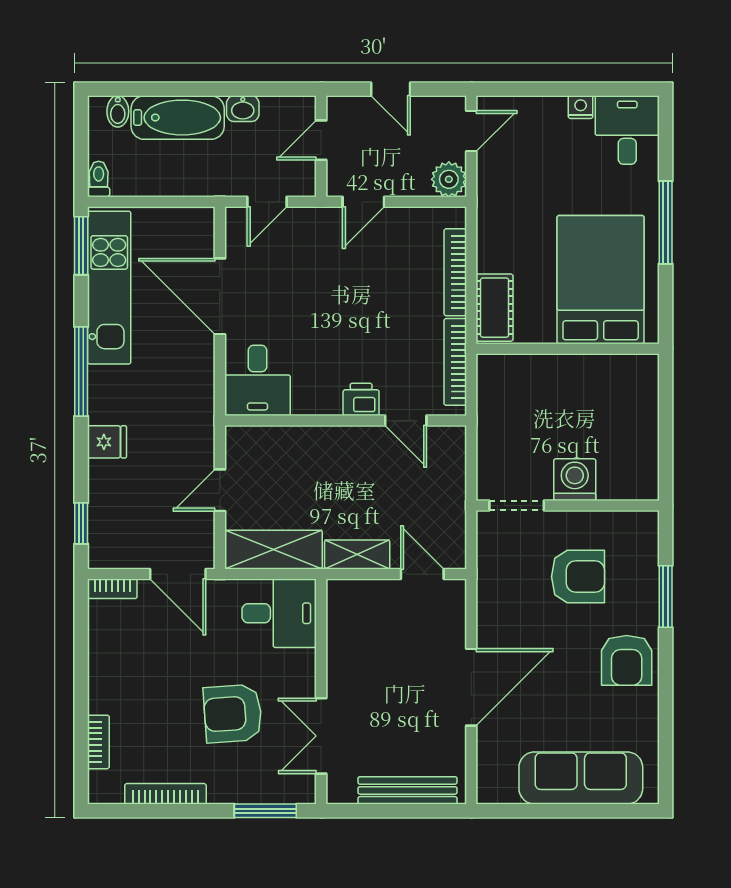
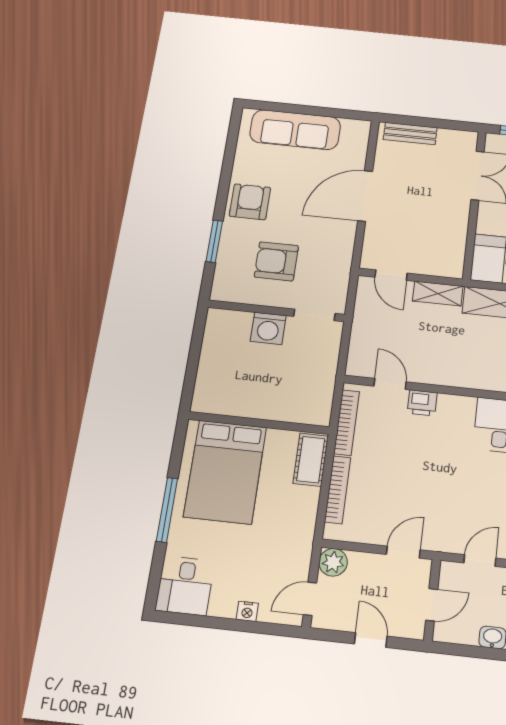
nightstand: (581, 107) -> (247, 611), moved
bench: (407, 790) -> (410, 134), width x0.73

